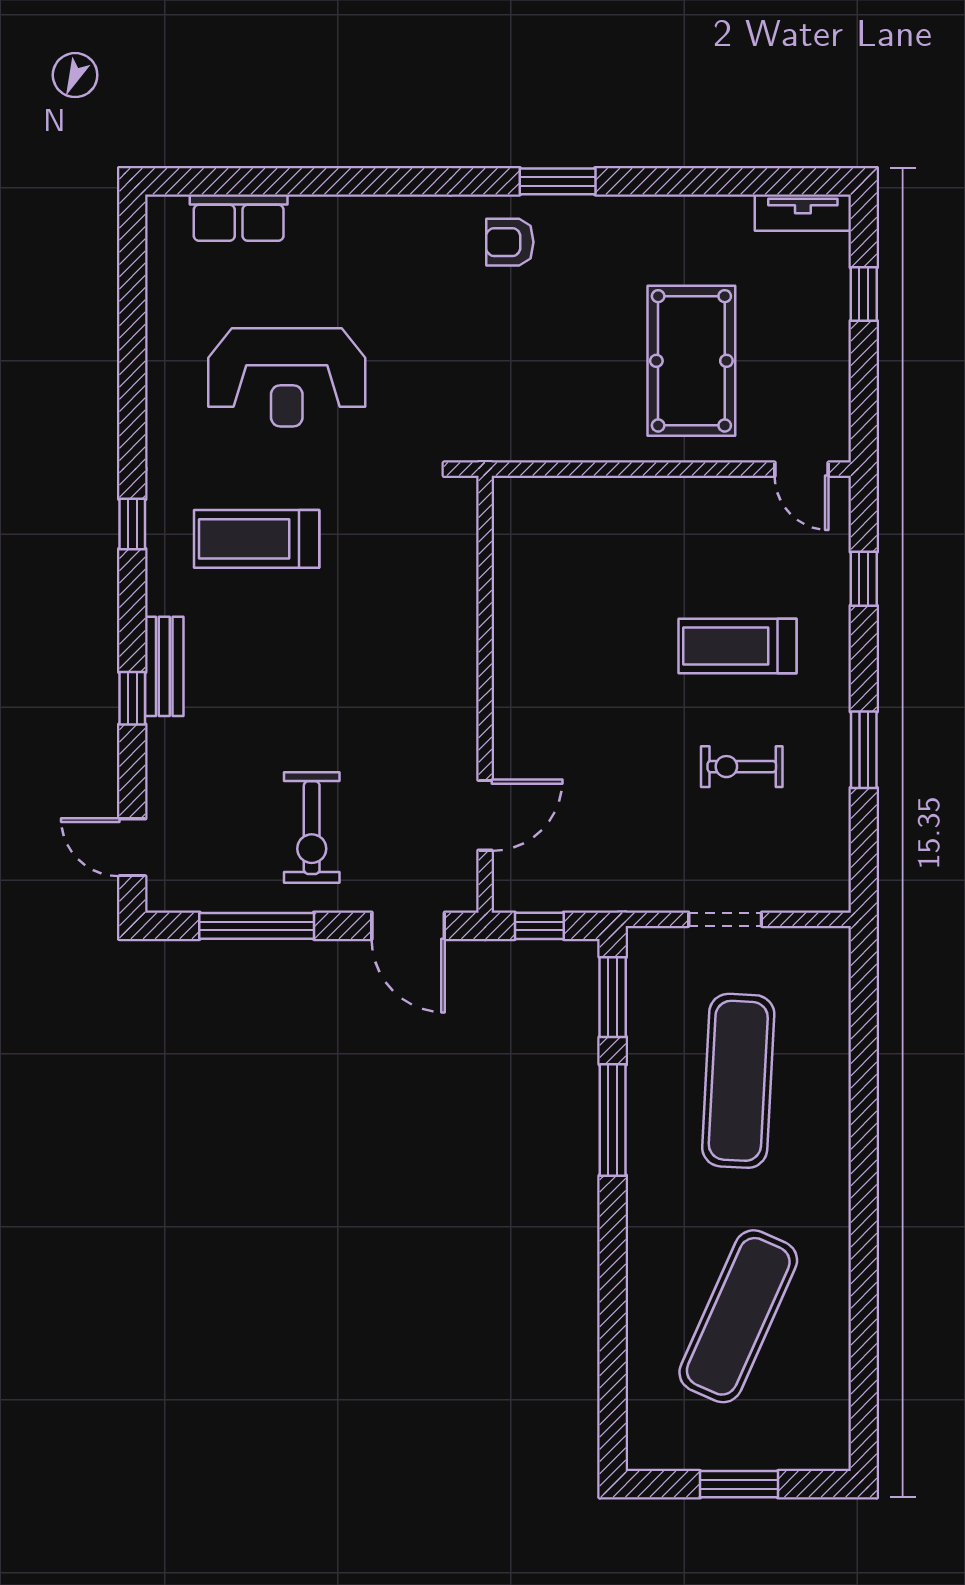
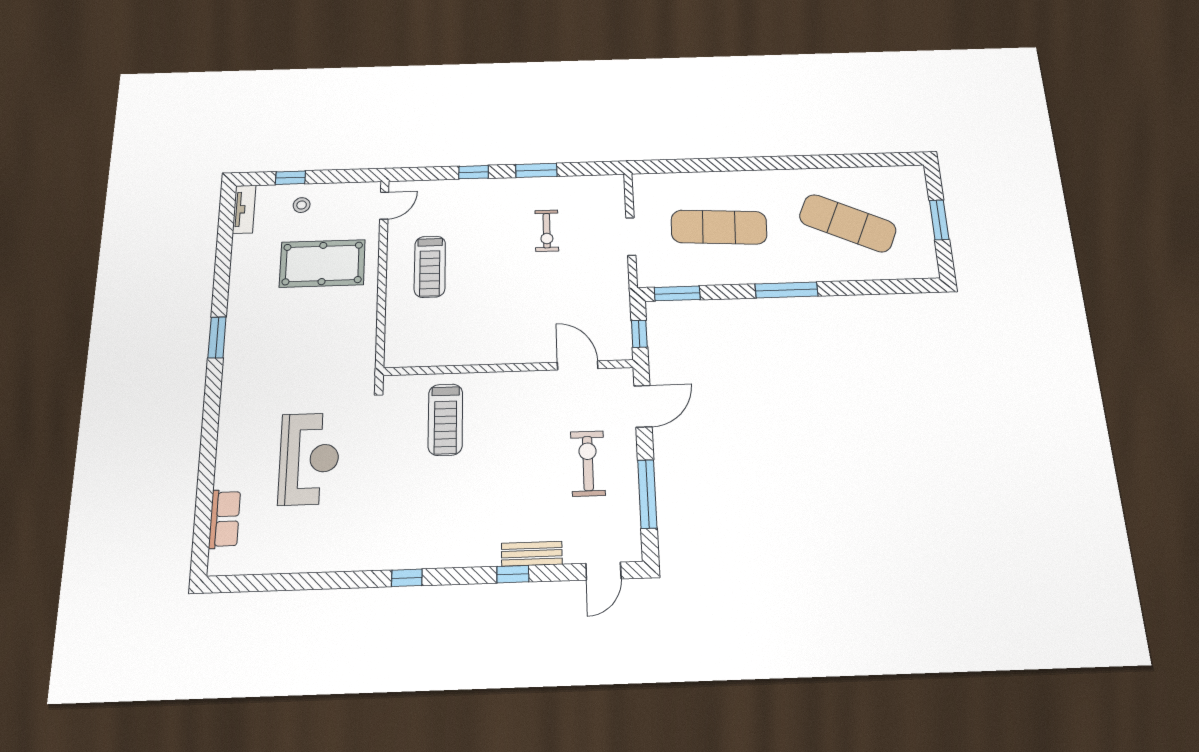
armchair: (510, 242) -> (250, 362), removed
stool: (808, 317) -> (302, 205), added
reception desk: (287, 377) -> (309, 459), moved
treadmill: (257, 539) -> (445, 420), moved
window: (864, 579) -> (474, 172), moved
treadmill: (738, 646) -> (430, 267), moved
bench: (164, 666) -> (532, 554), moved
exercise bike: (312, 828) -> (588, 463), turned -90
window: (613, 1120) -> (786, 290), moved

